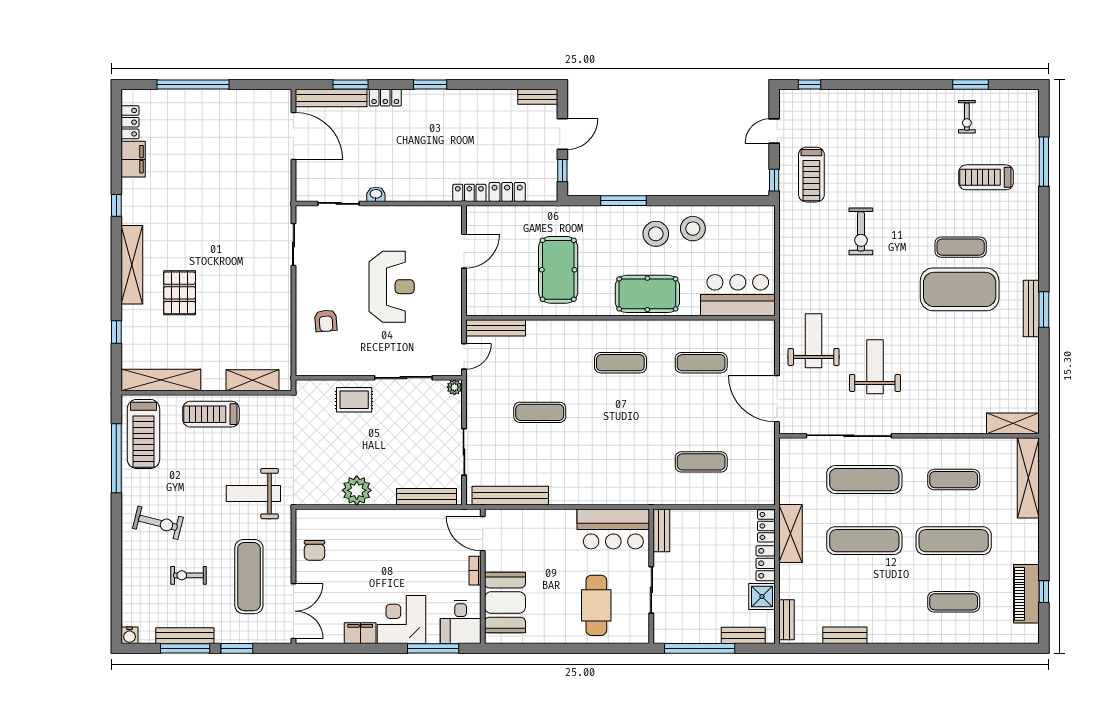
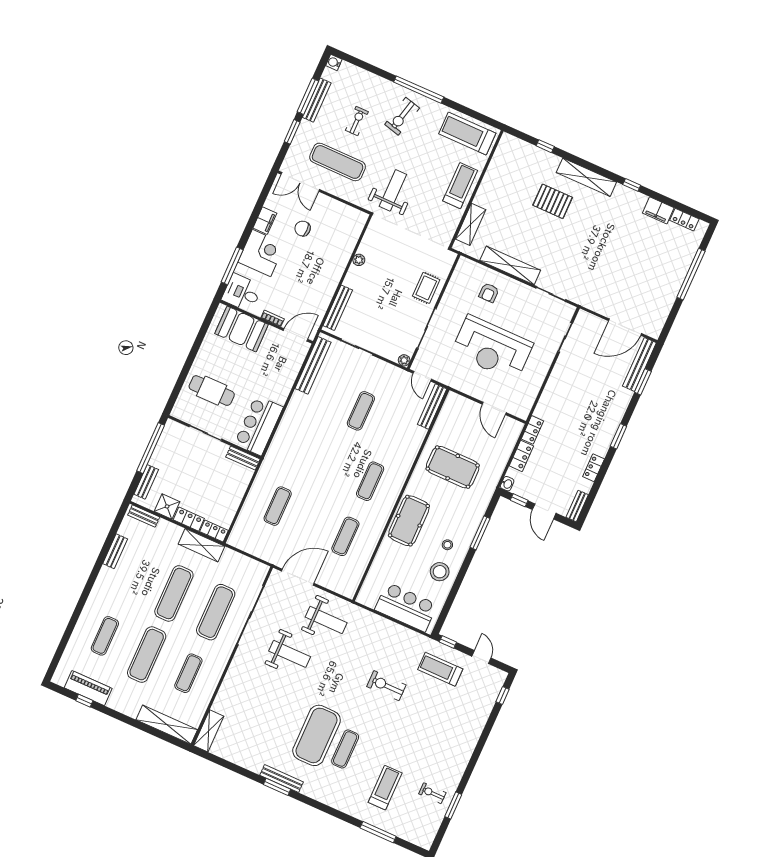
locker: (385, 98) -> (594, 468), moved
washbasin: (376, 194) -> (507, 484), moved
stool: (656, 234) -> (447, 545), width x0.53, depth x0.53
reception desk: (392, 287) -> (492, 348), width x1.36, depth x1.30
bar counter: (738, 295) -> (406, 607), moved, turned -90
armchair: (326, 321) -> (489, 293), turned -85
shelving: (161, 380) -> (510, 265), moved, turned 90
window: (116, 458) -> (419, 90), moved
plant: (357, 490) -> (359, 260), width x0.53, depth x0.53
chair: (314, 550) -> (303, 229), moved

